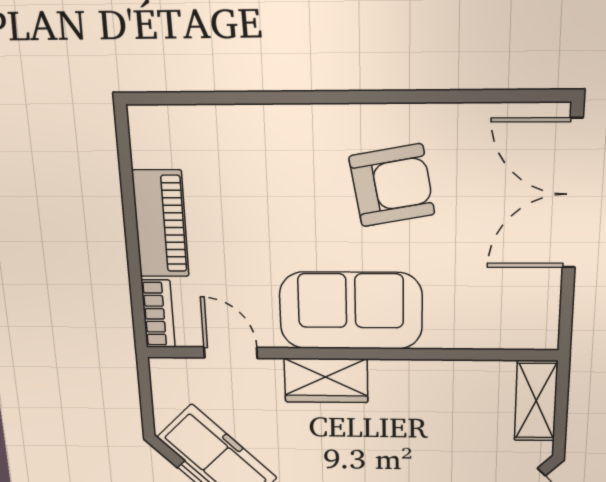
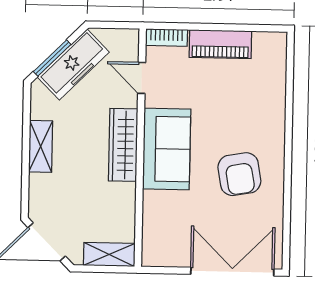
door: (231, 353) -> (142, 78), swing flipped
wardrobe: (326, 381) -> (123, 145), width x1.50

